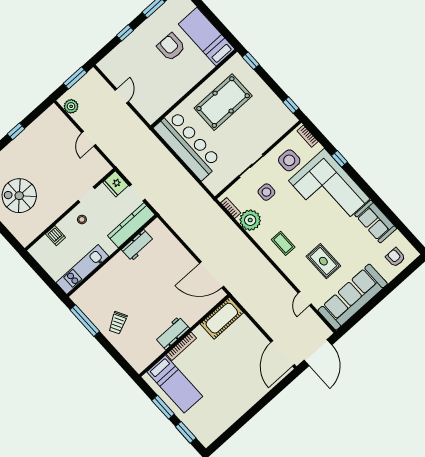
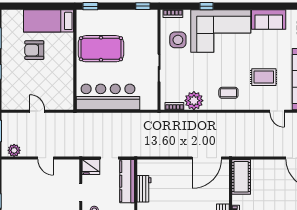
pool table: (223, 102) -> (101, 49), turned 90
side table: (266, 192) -> (185, 73), removed

